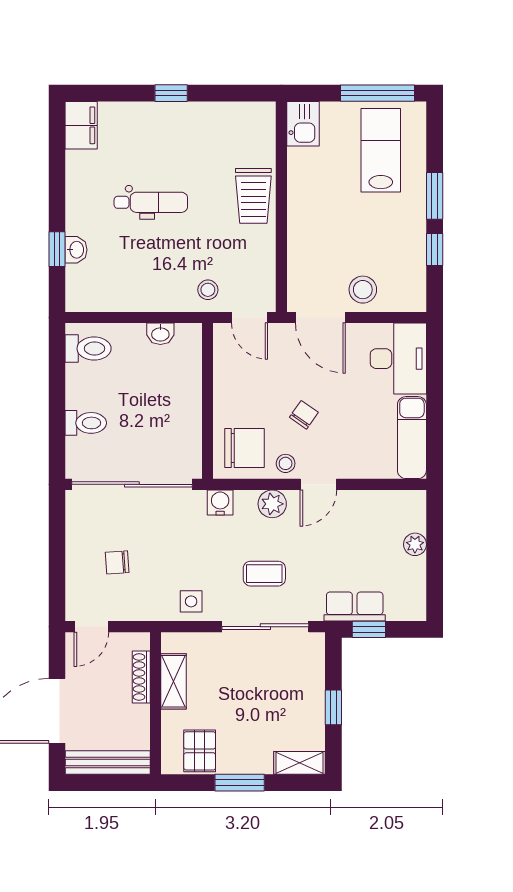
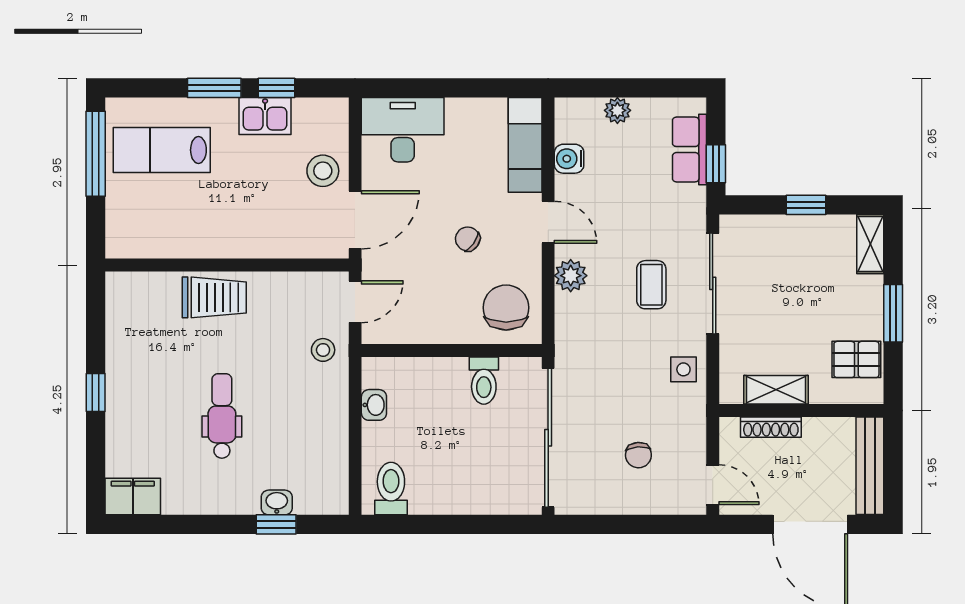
kitchen sink: (303, 124) -> (265, 116), moved, turned 180
toilet: (86, 423) -> (484, 381), moved, turned 180
exam couch: (412, 438) -> (525, 145), moved, turned 90
stool: (286, 463) -> (524, 260), removed
water cooler: (220, 502) -> (569, 159), moved
row of seats: (355, 607) -> (689, 150), moved

